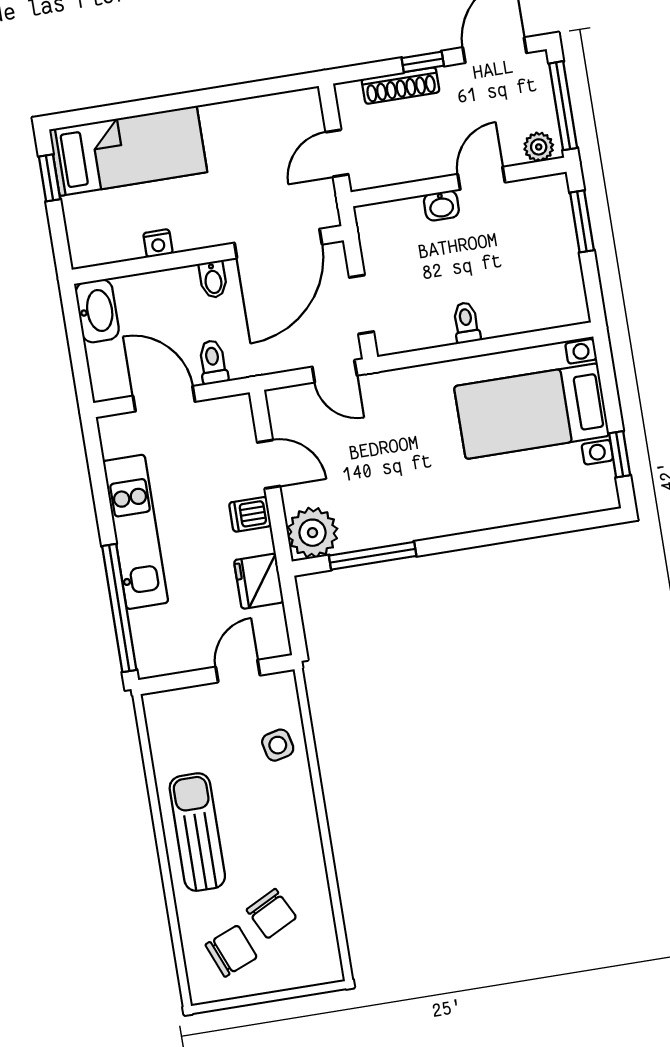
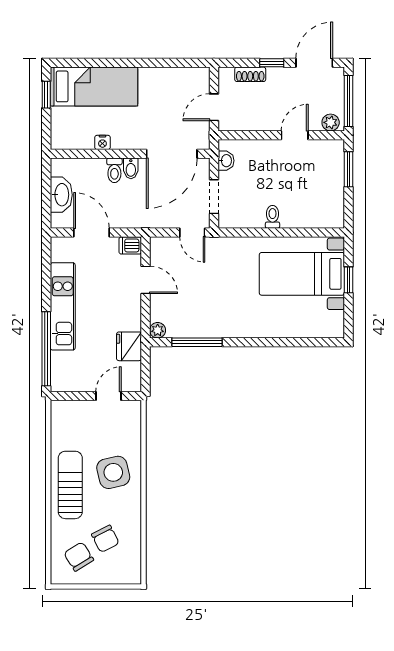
shoe rack: (401, 86) -> (250, 74), width x0.70
washbasin: (441, 206) -> (226, 161), moved, turned -90
washbasin: (97, 311) -> (61, 195), moved
toilet: (213, 362) -> (114, 170), moved, turned 180
window: (620, 454) -> (349, 280), moved
dishwasher: (250, 514) -> (130, 245), moved
plant: (312, 533) -> (158, 330), width x0.53, depth x0.53
side table: (278, 745) -> (113, 472), moved, width x1.87, depth x1.87
chair: (231, 951) -> (79, 557), turned -100

